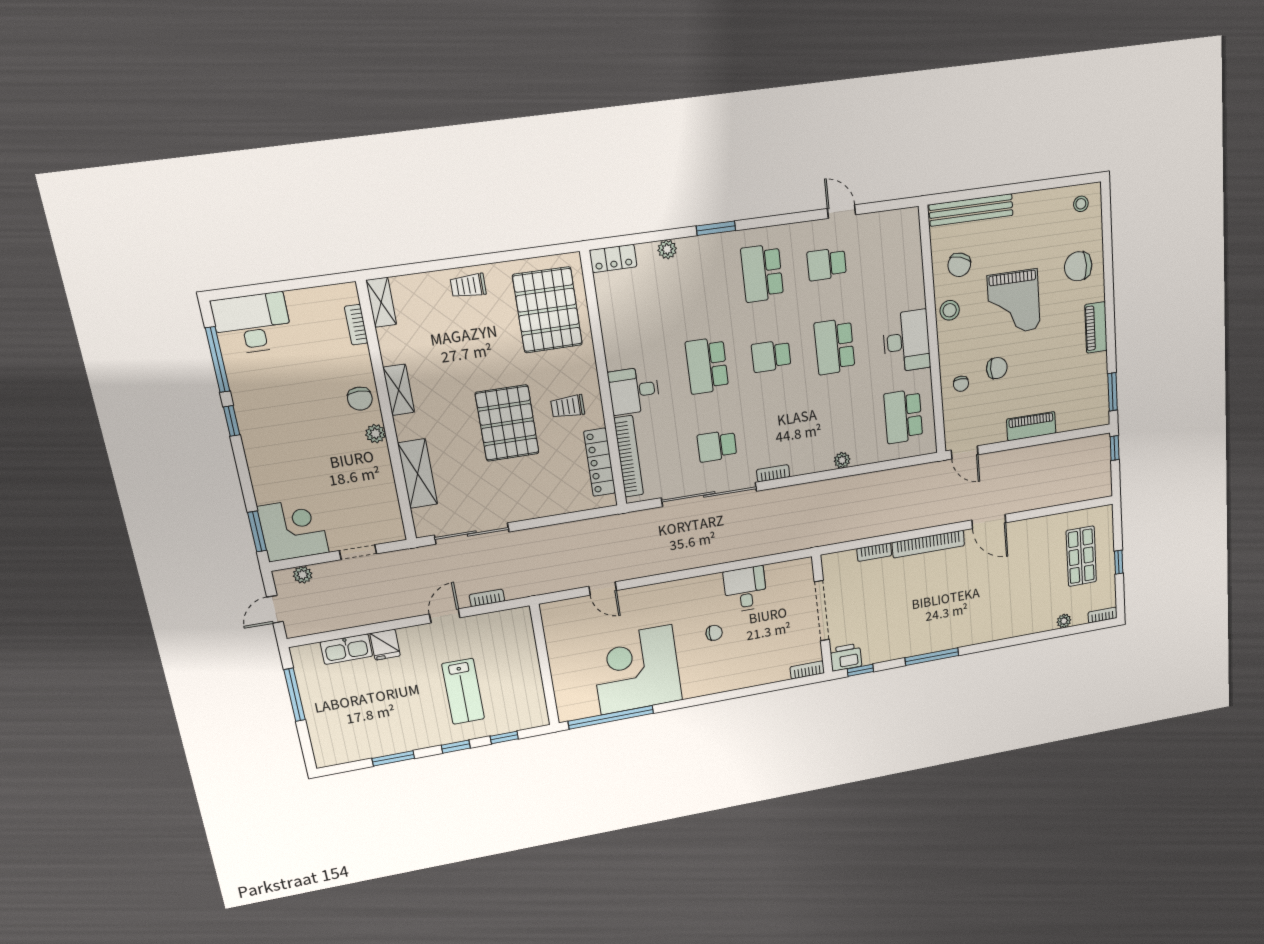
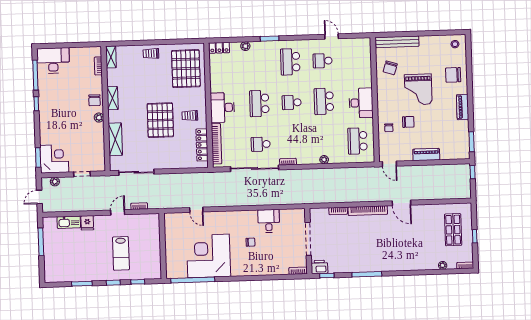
stool: (950, 310) -> (384, 90), removed
desk: (634, 391) -> (222, 108), width x1.37

